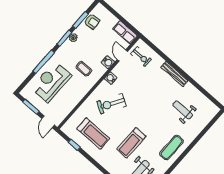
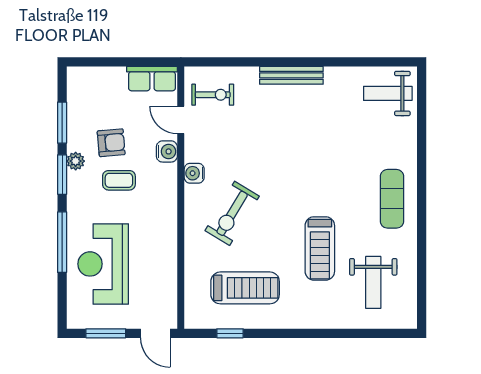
armchair: (92, 21) -> (111, 143), moved
coffee table: (84, 69) -> (119, 180), moved
weight bench: (183, 110) -> (388, 93), moved

